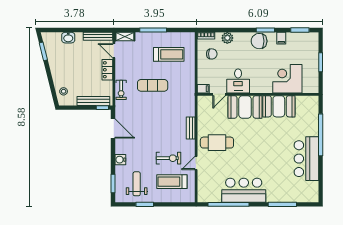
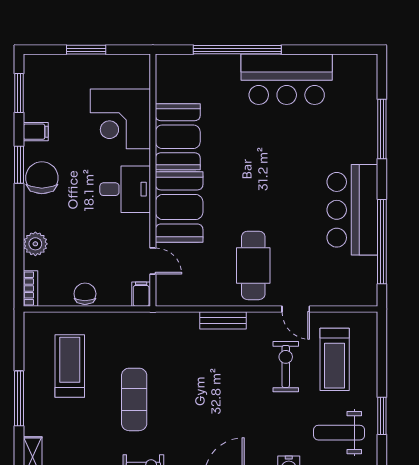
chair: (259, 41) -> (42, 178), turned 180
chair: (212, 54) -> (85, 294), moved
desk: (238, 81) -> (125, 189), moved

